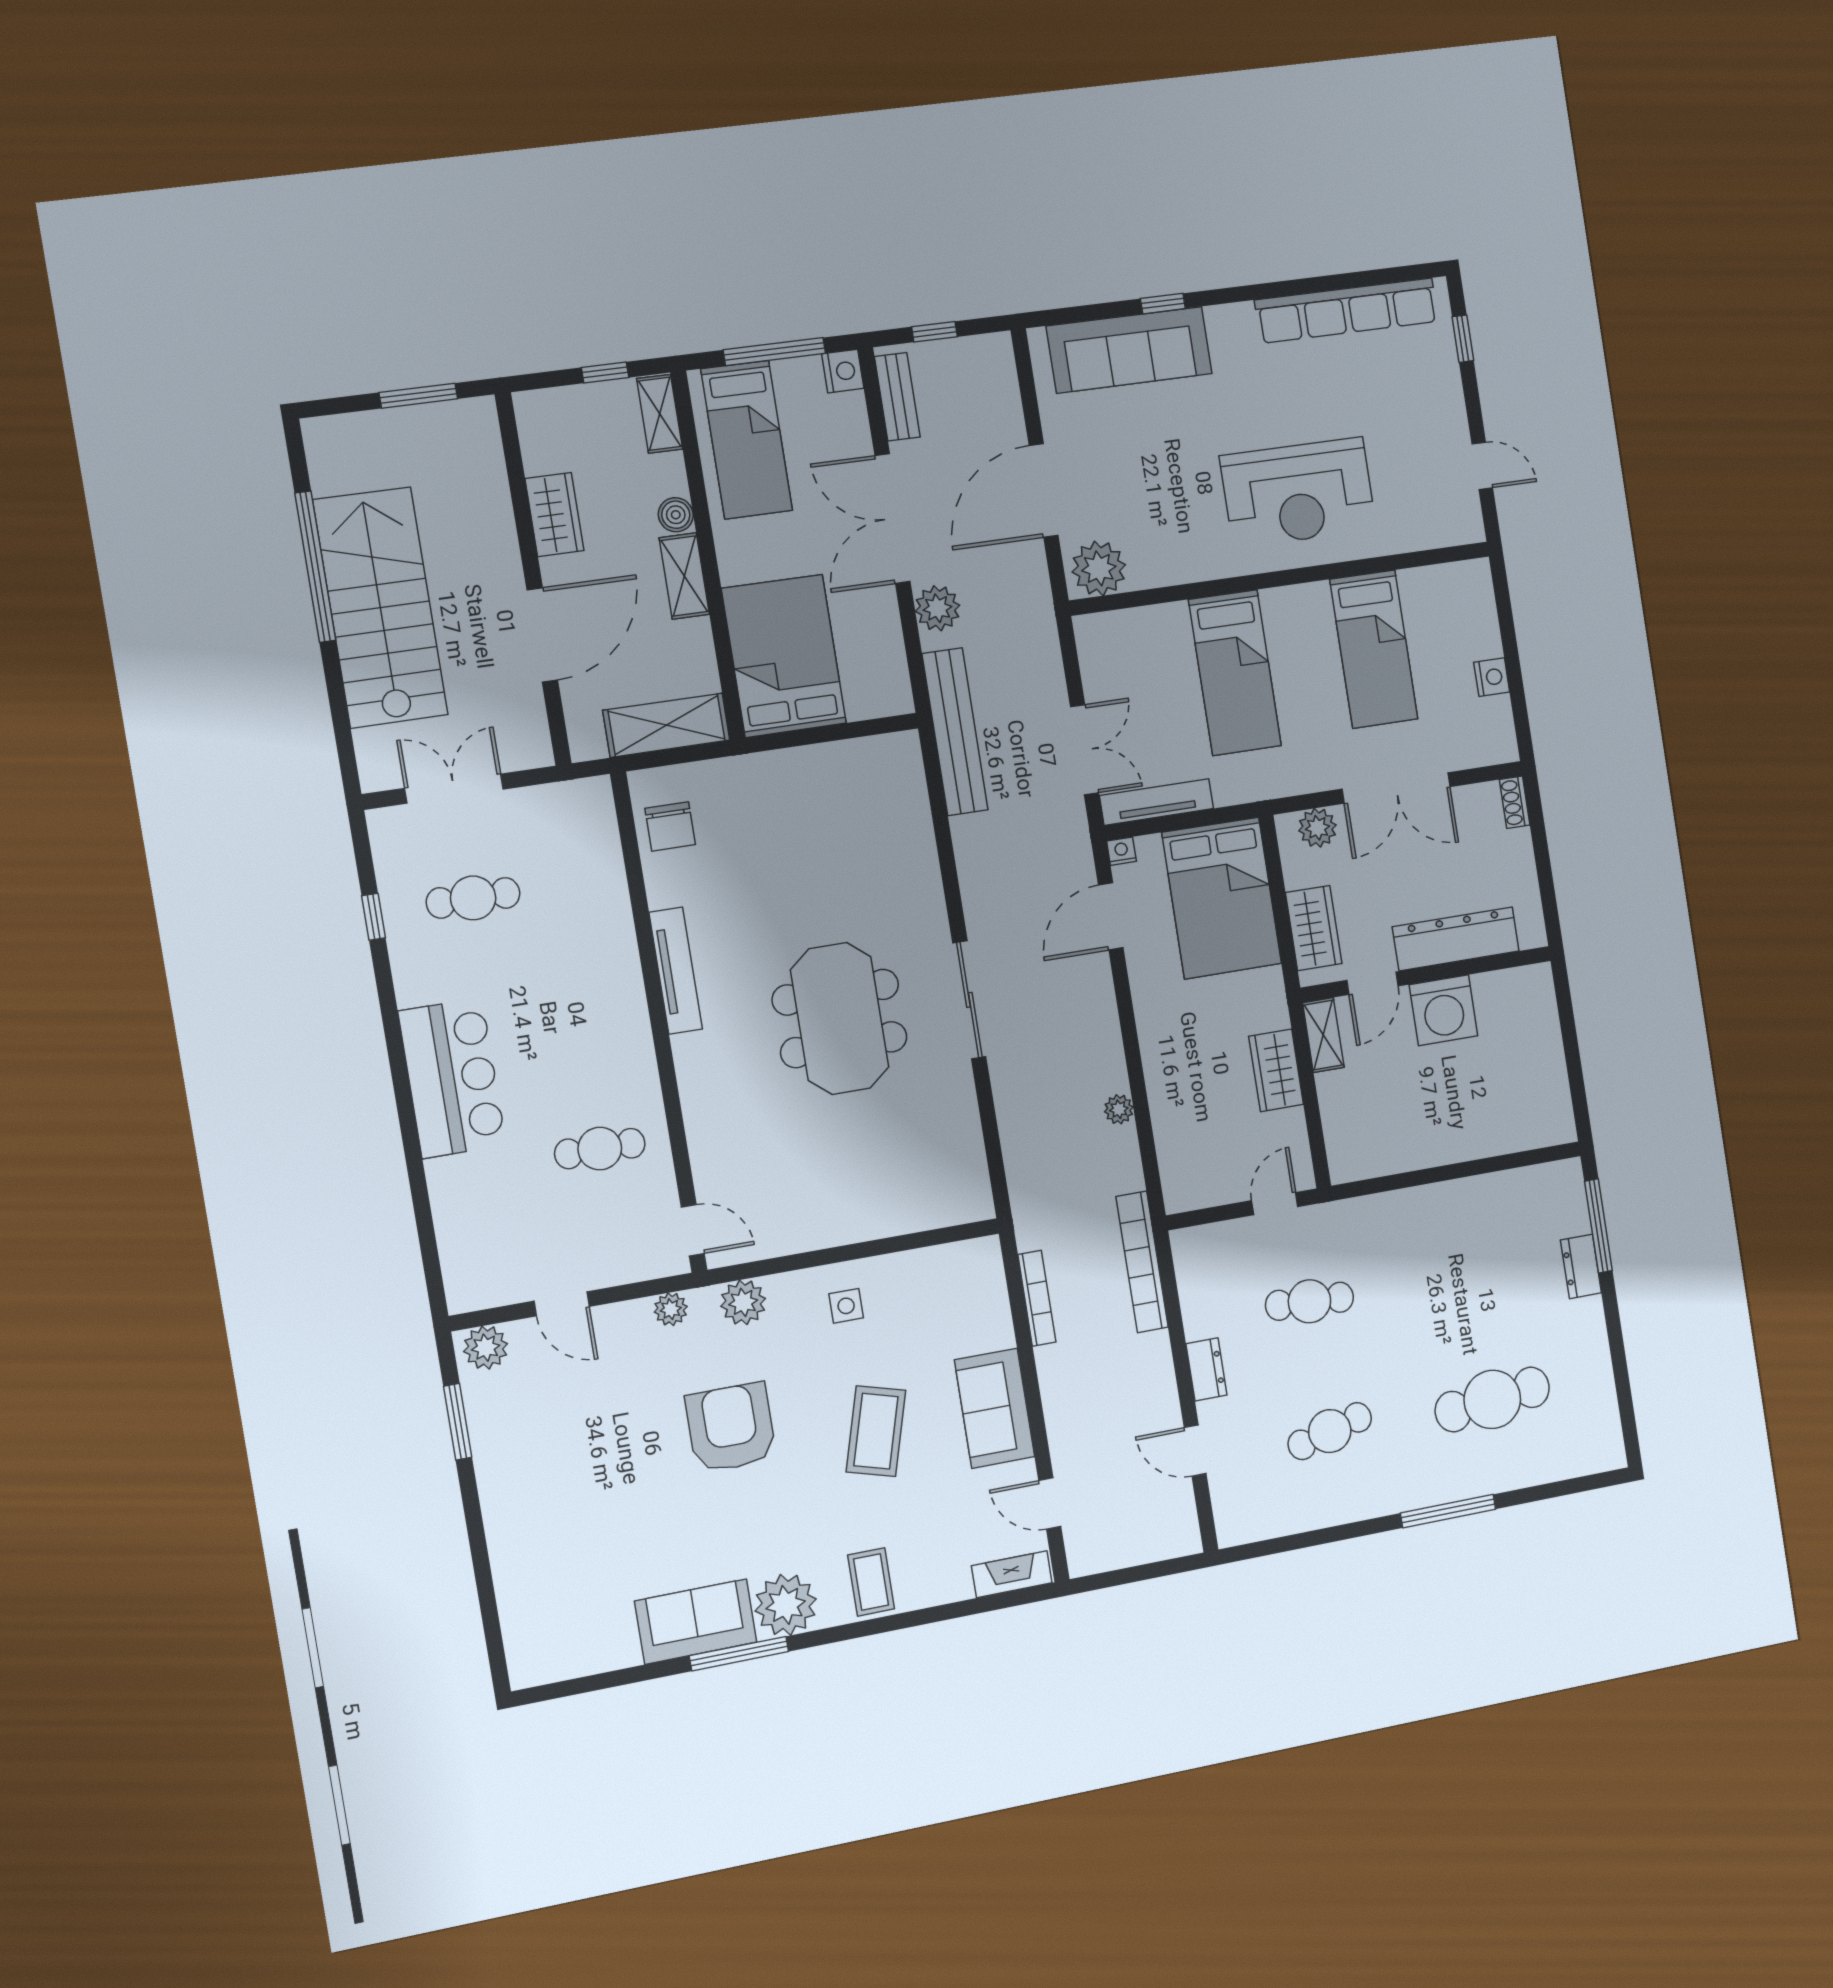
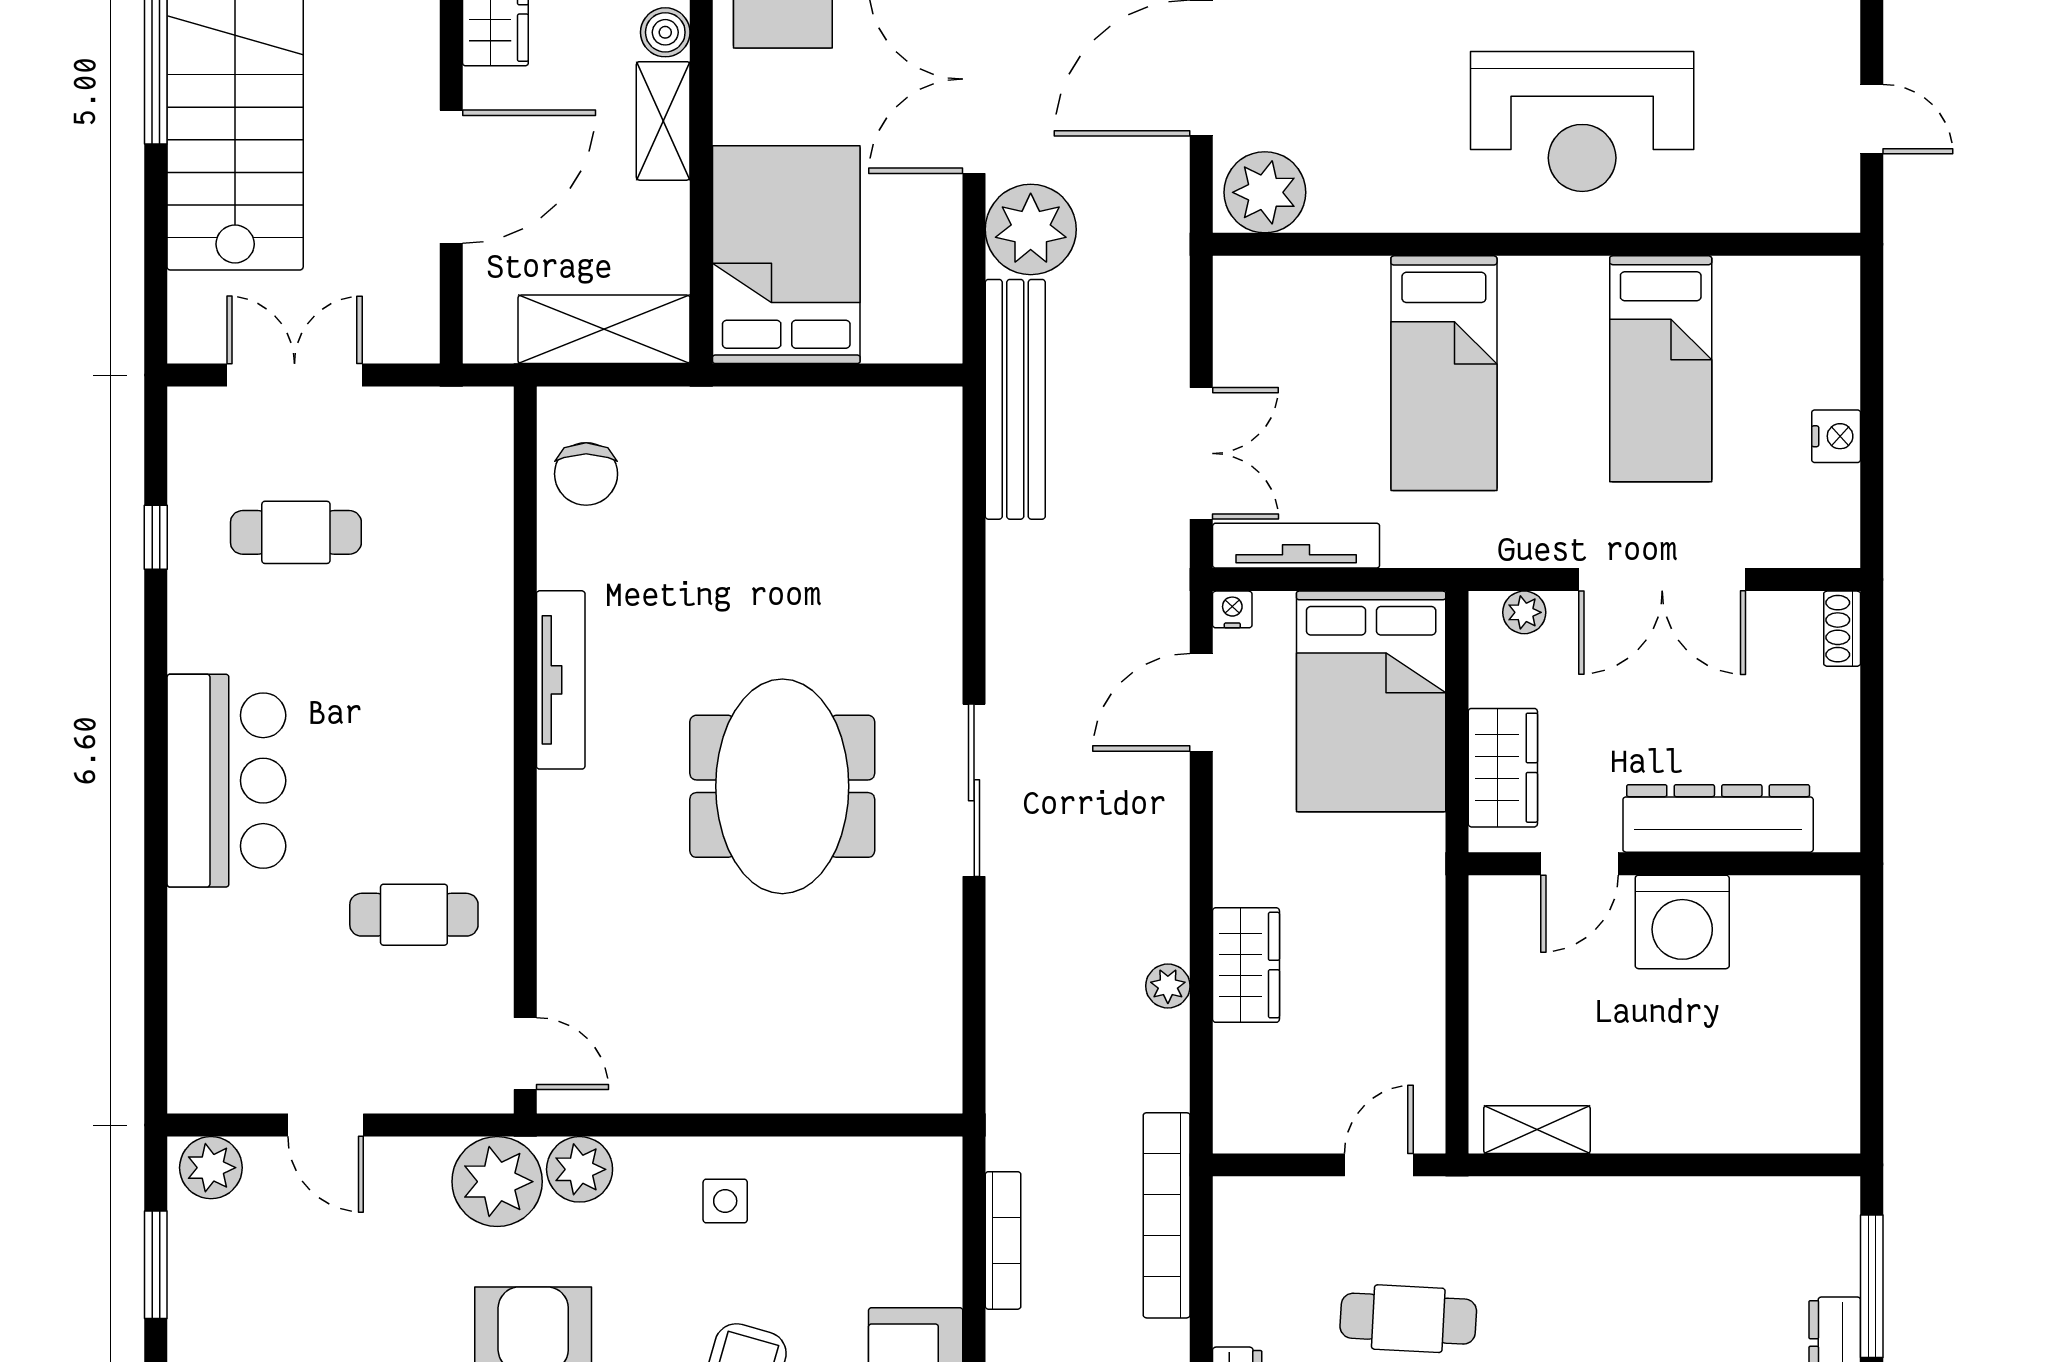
plant: (938, 608) -> (1031, 229), width x1.36, depth x1.36
plant: (1317, 828) -> (1524, 612), width x0.73, depth x0.73
shelving: (1323, 1035) -> (1537, 1130), moved, turned 90
wardrobe: (1276, 1070) -> (1246, 965), moved, turned 180
plant: (671, 1309) -> (497, 1182), width x1.88, depth x1.88

